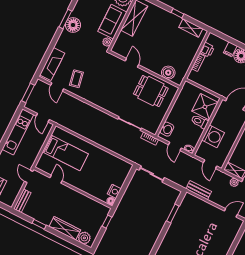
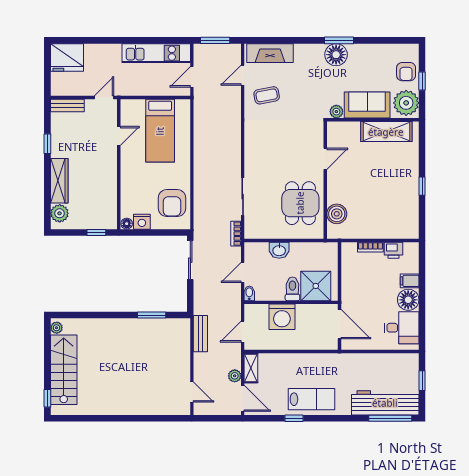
shelving: (191, 28) -> (411, 214), removed
washbasin: (167, 129) -> (279, 250), moved
armchair: (112, 168) -> (172, 203), added

